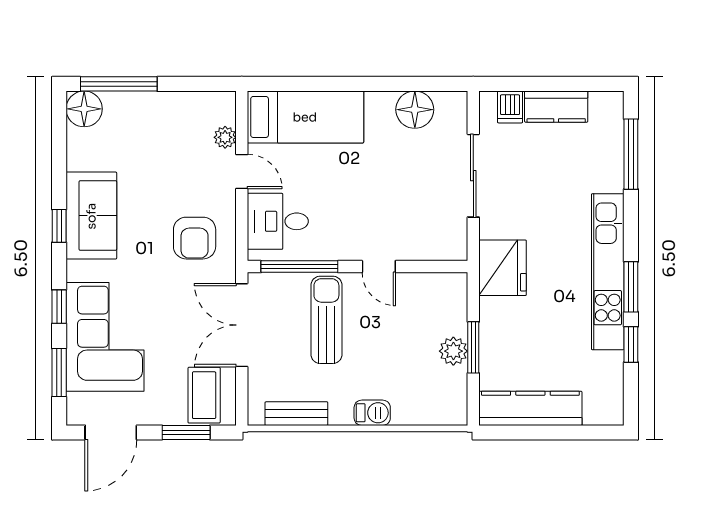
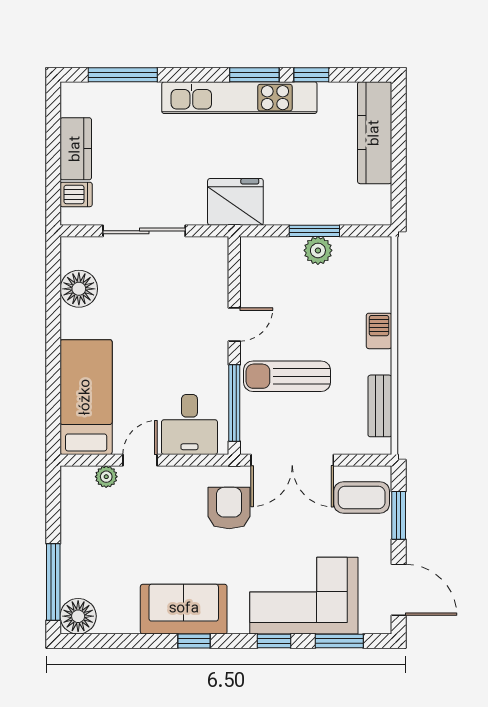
armchair: (195, 238) -> (229, 508), moved, turned -90
kitchen counter: (530, 408) -> (375, 133), moved

